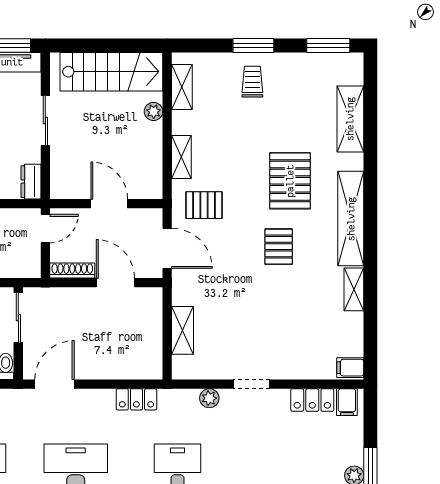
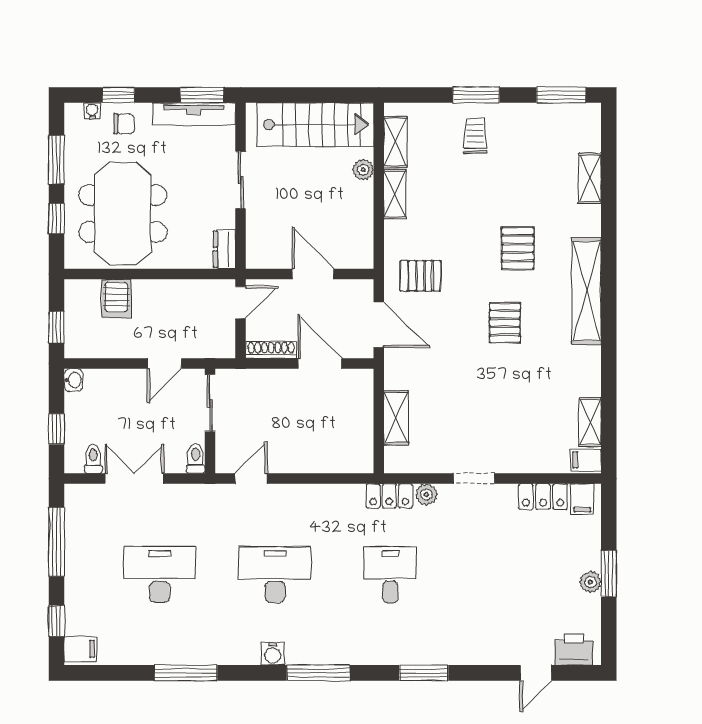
shelving: (350, 119) -> (590, 178), width x0.67, depth x0.75
shelving: (181, 157) -> (395, 194), moved
pallet: (290, 181) -> (518, 248), width x0.67, depth x0.71
shelving: (354, 289) -> (590, 422), moved
door: (55, 384) -> (251, 479), width x0.73
locker: (136, 399) -> (389, 496), moved

